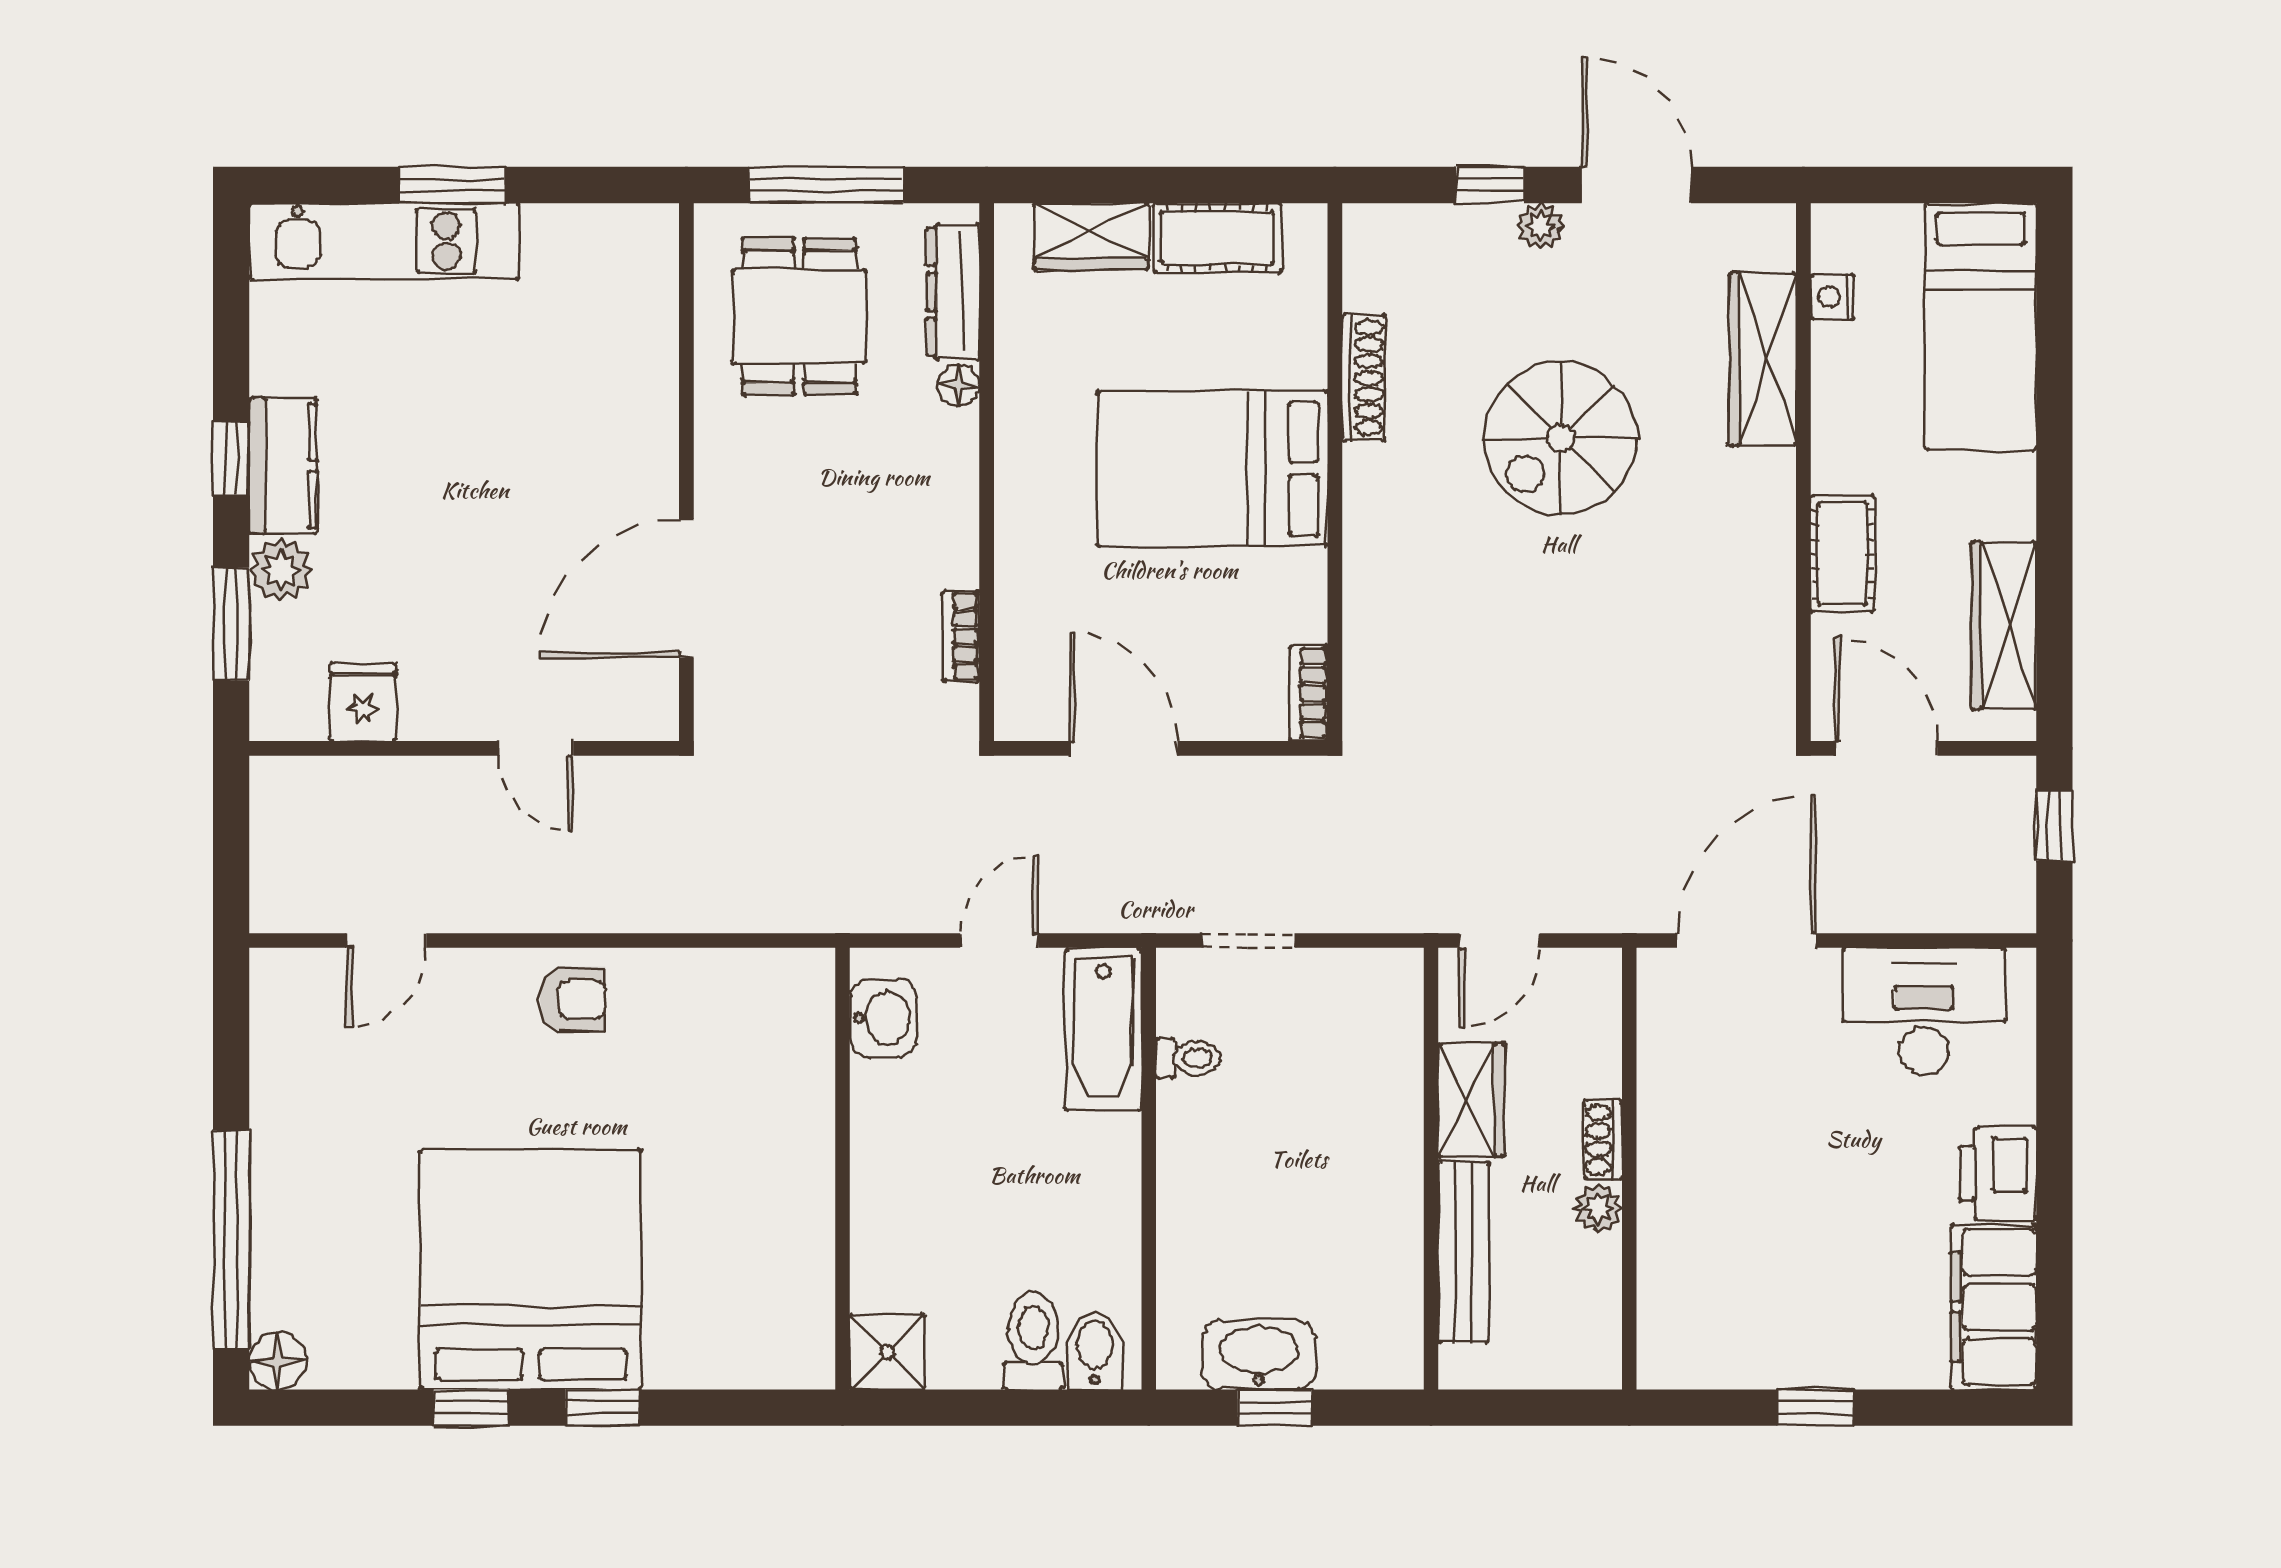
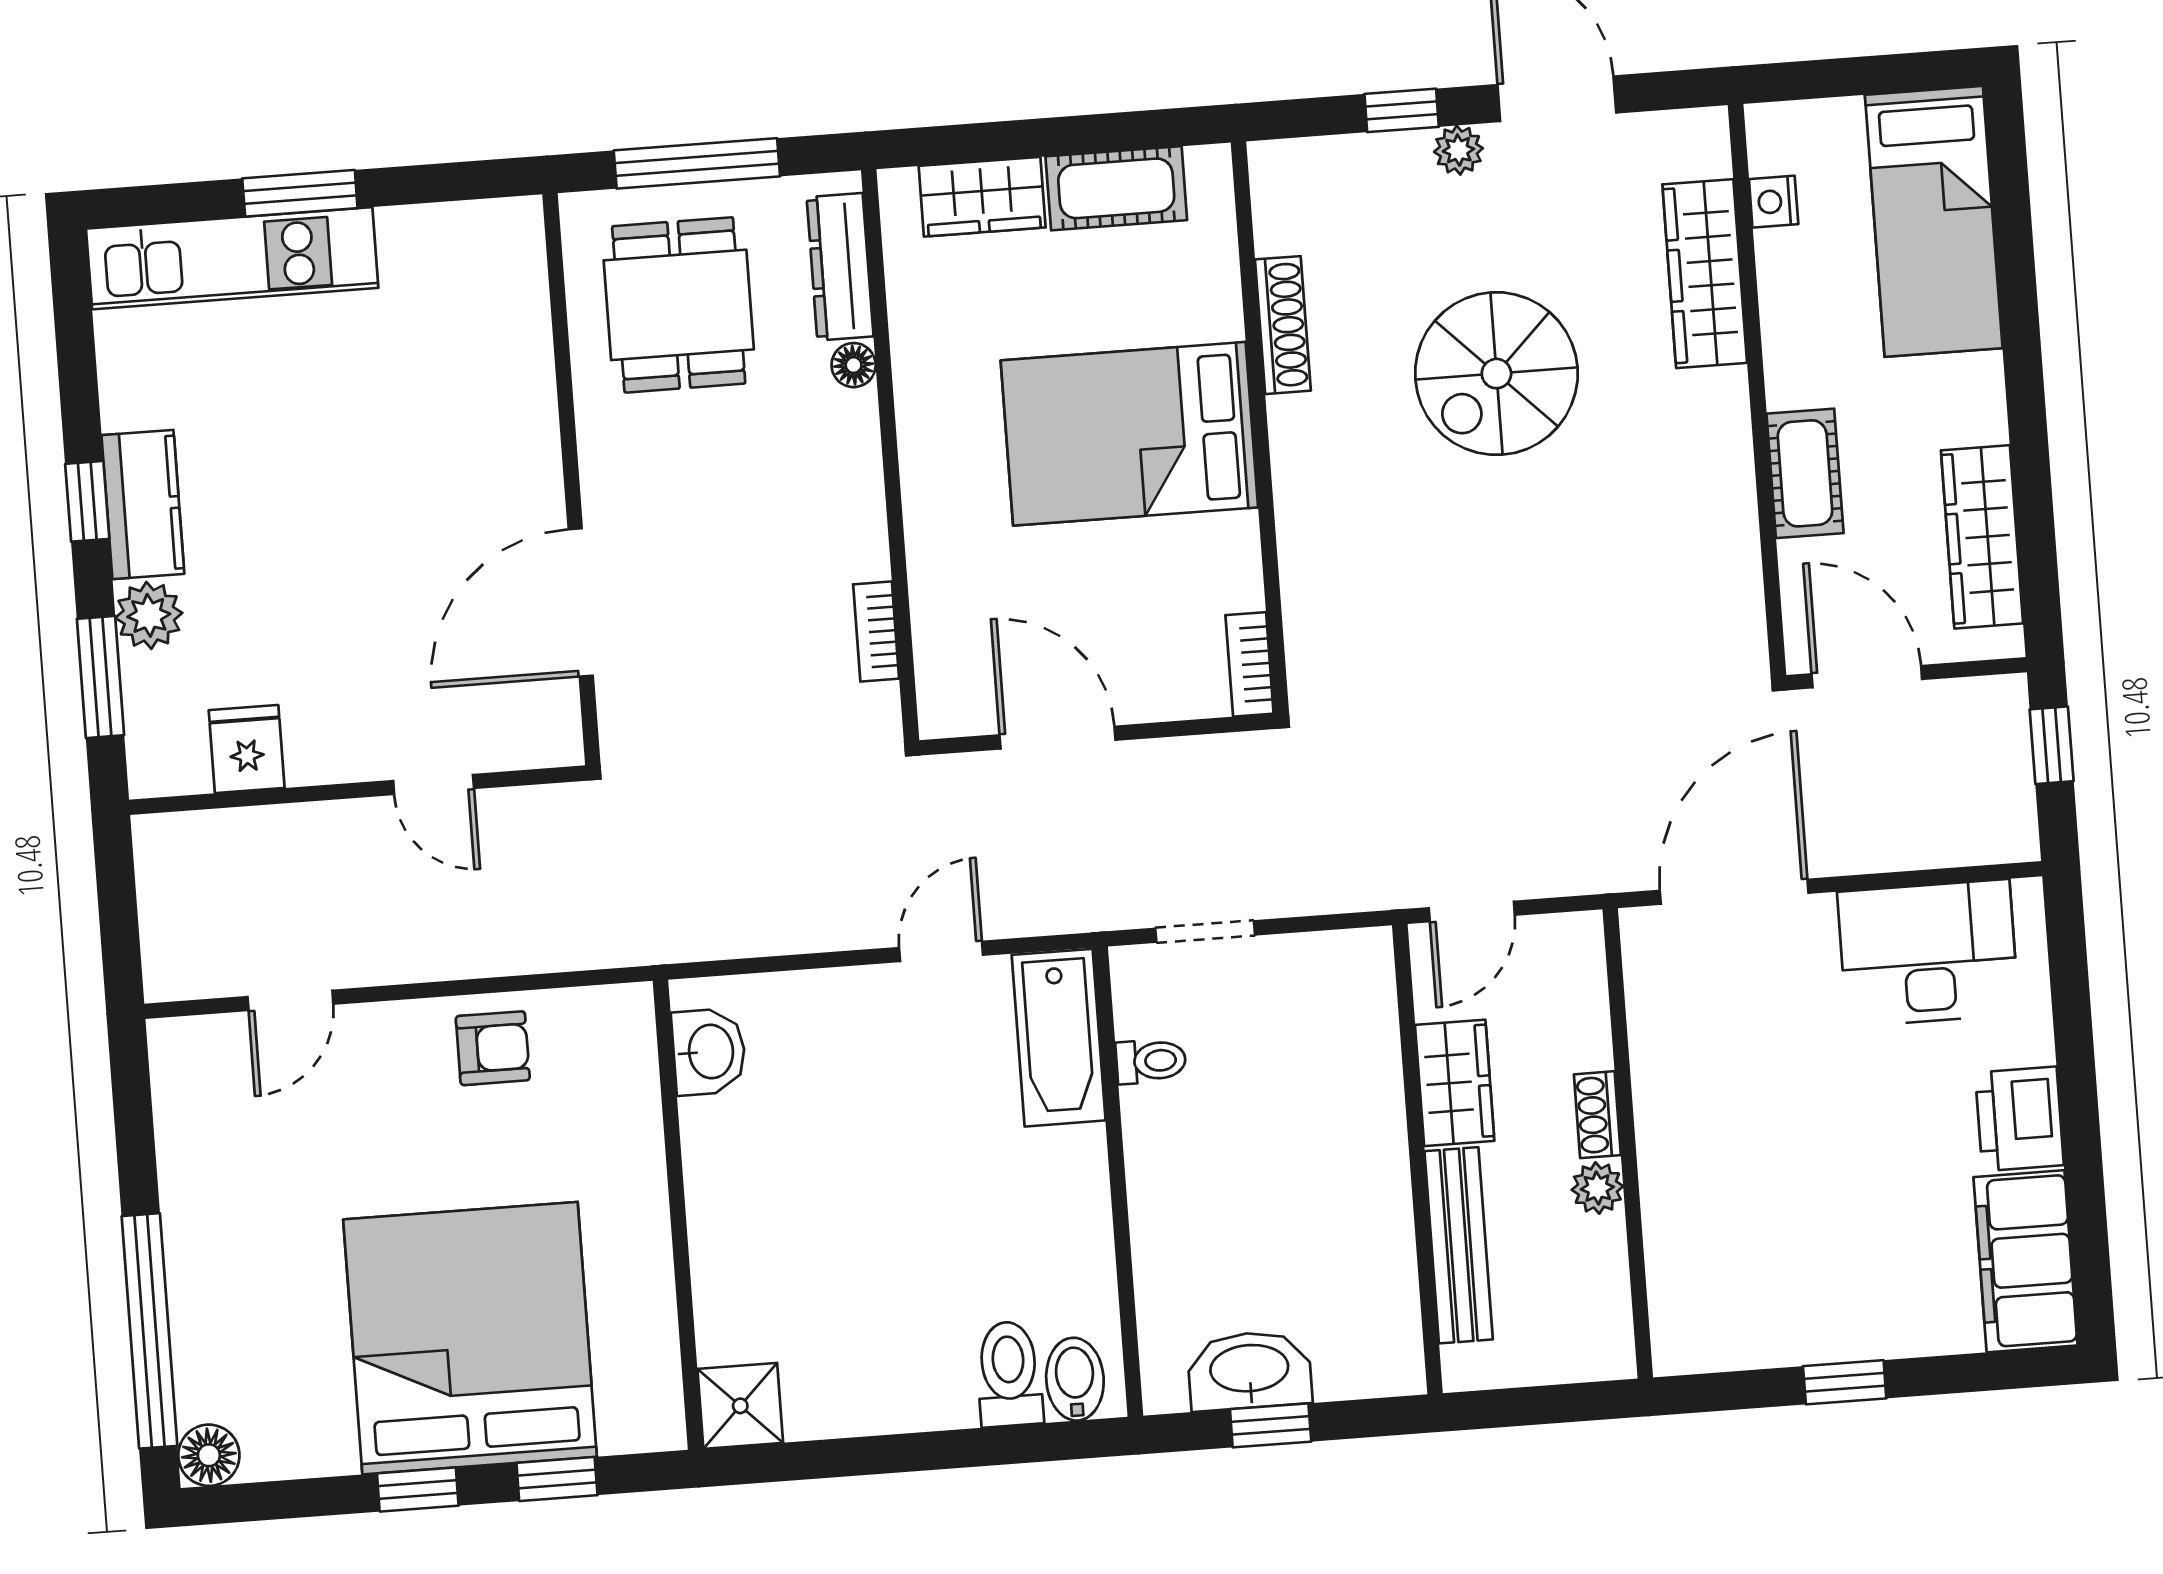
washbasin: (883, 1018) -> (709, 1052), moved
wall: (842, 1169) -> (678, 1215), moved
shower: (887, 1352) -> (740, 1406), moved

